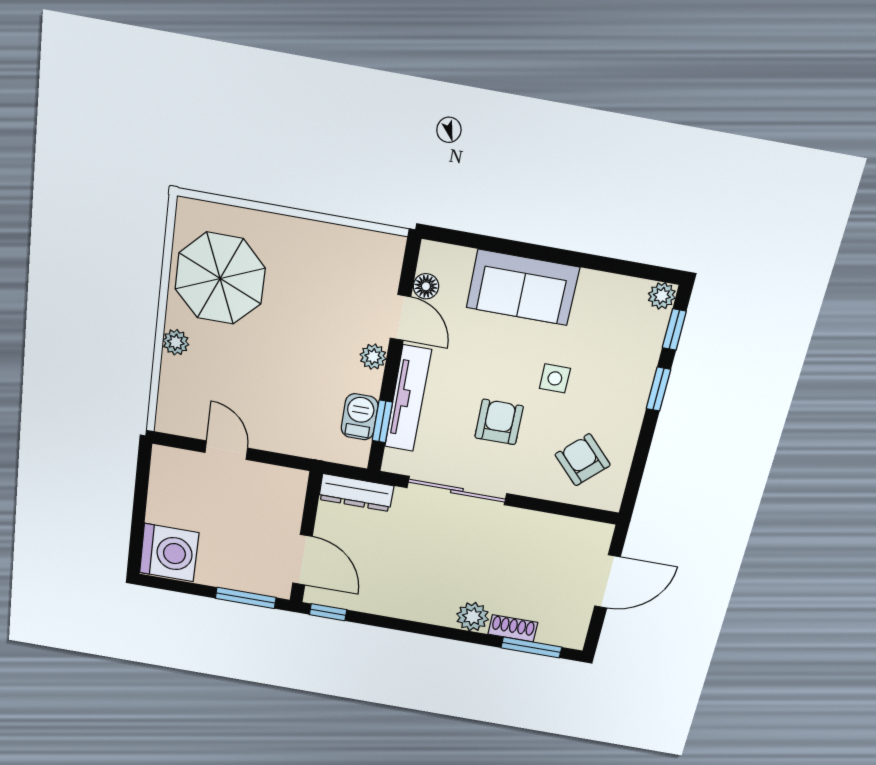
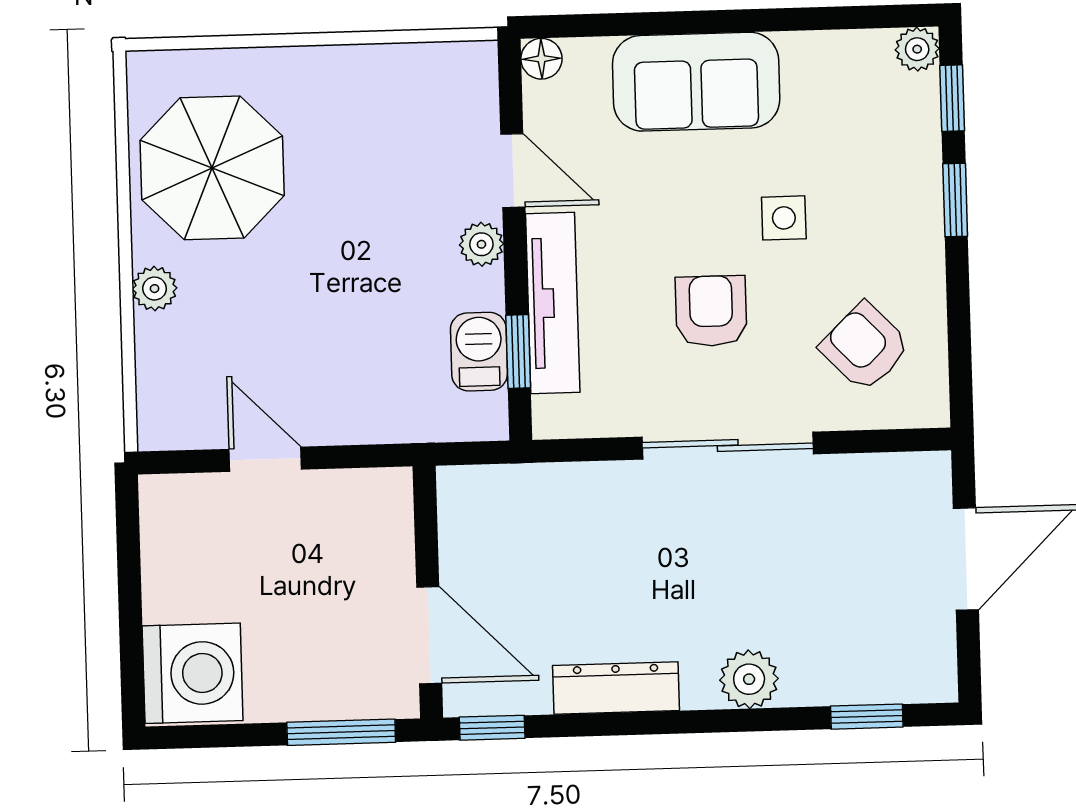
floor lamp: (426, 286) -> (541, 59), moved
sliding door: (457, 491) -> (728, 446), moved
dresser: (356, 493) -> (616, 688), moved, turned 180
shoe rack: (513, 628) -> (825, 686), removed
window: (531, 647) -> (867, 717), width x0.67

